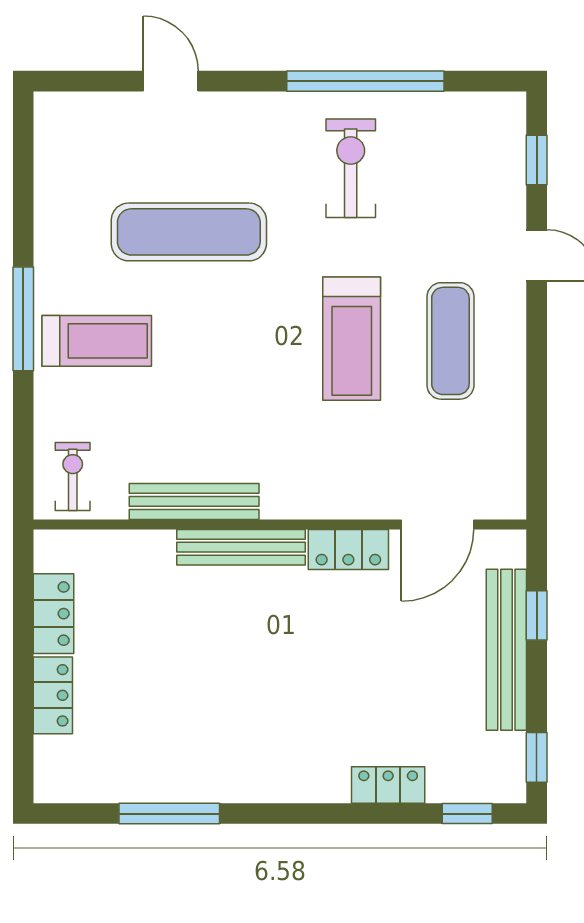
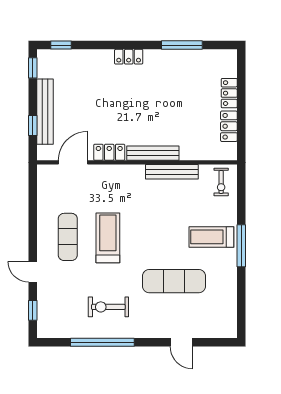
exercise bike: (351, 168) -> (108, 307), turned 90
locker: (388, 785) -> (129, 57), moved

